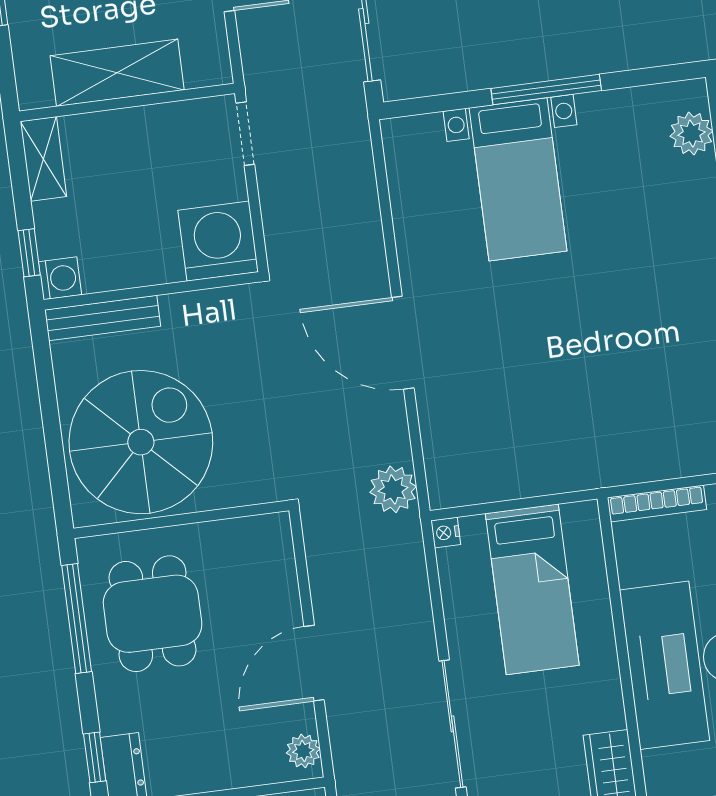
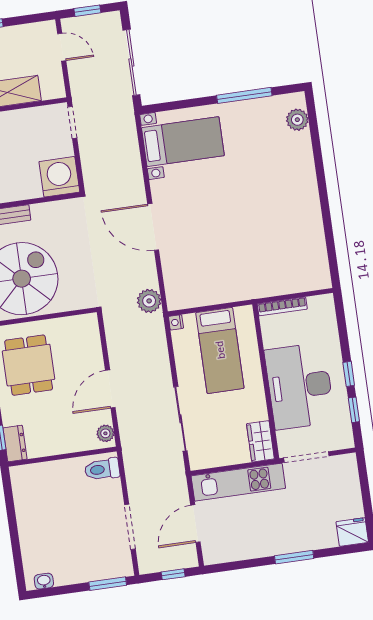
window: (546, 90) -> (244, 95), moved
bed with nightstands: (518, 179) -> (183, 142), moved, turned -90

